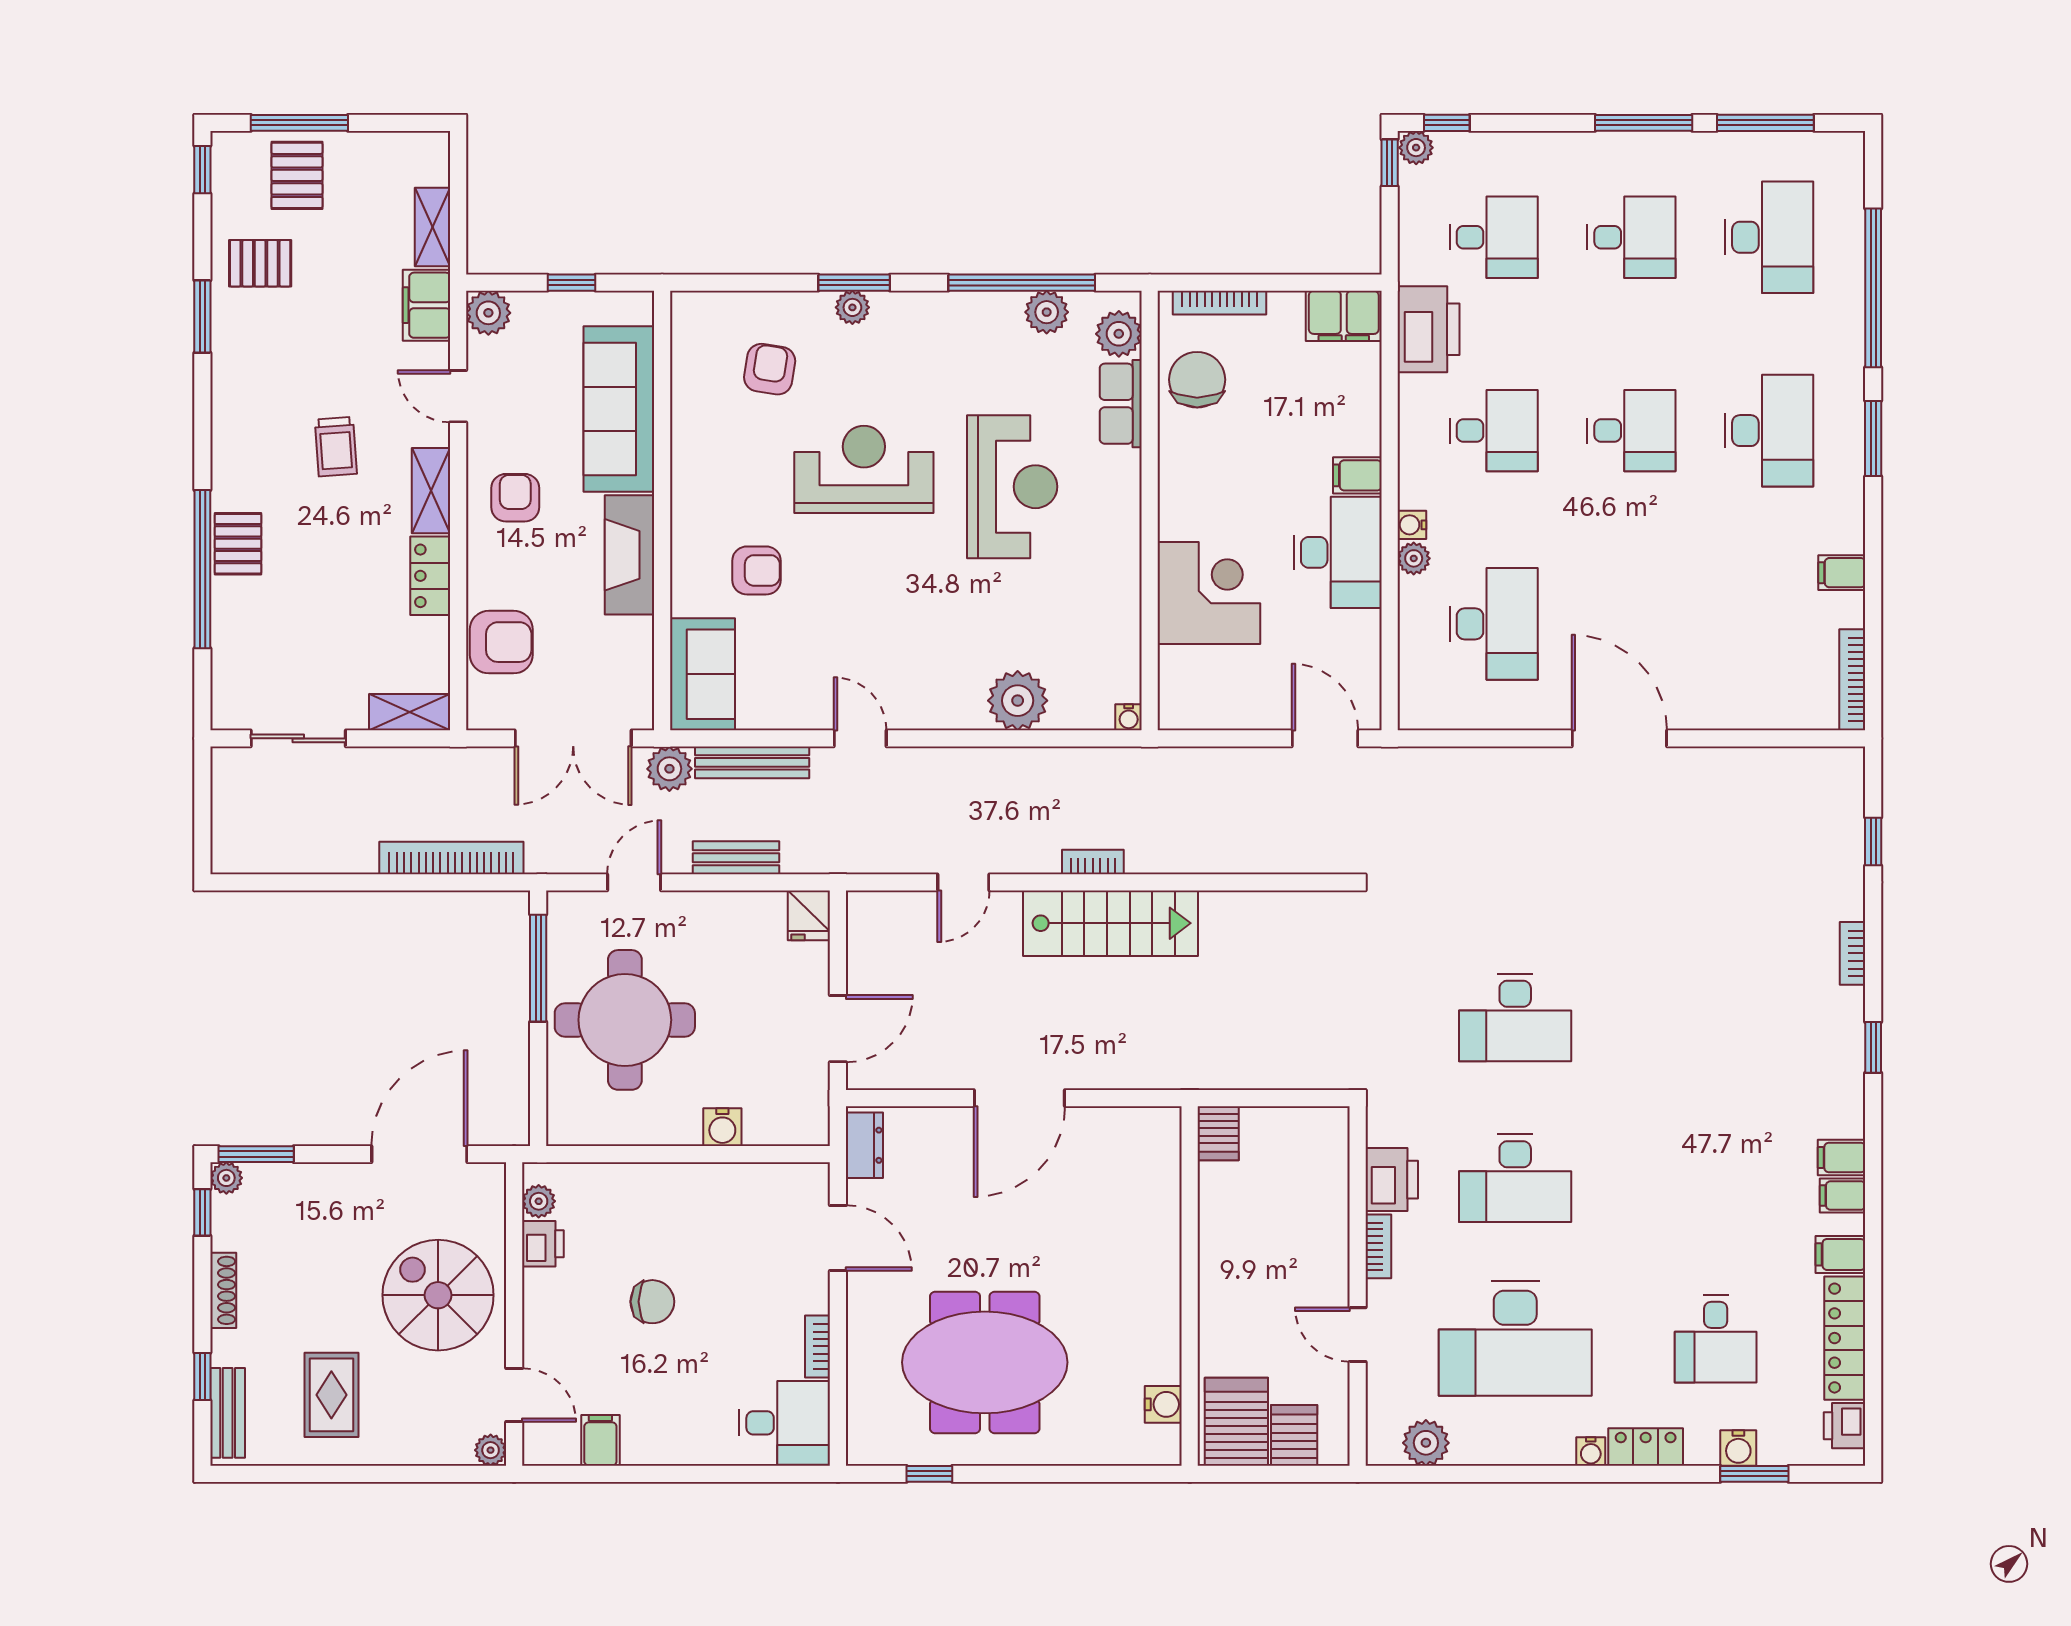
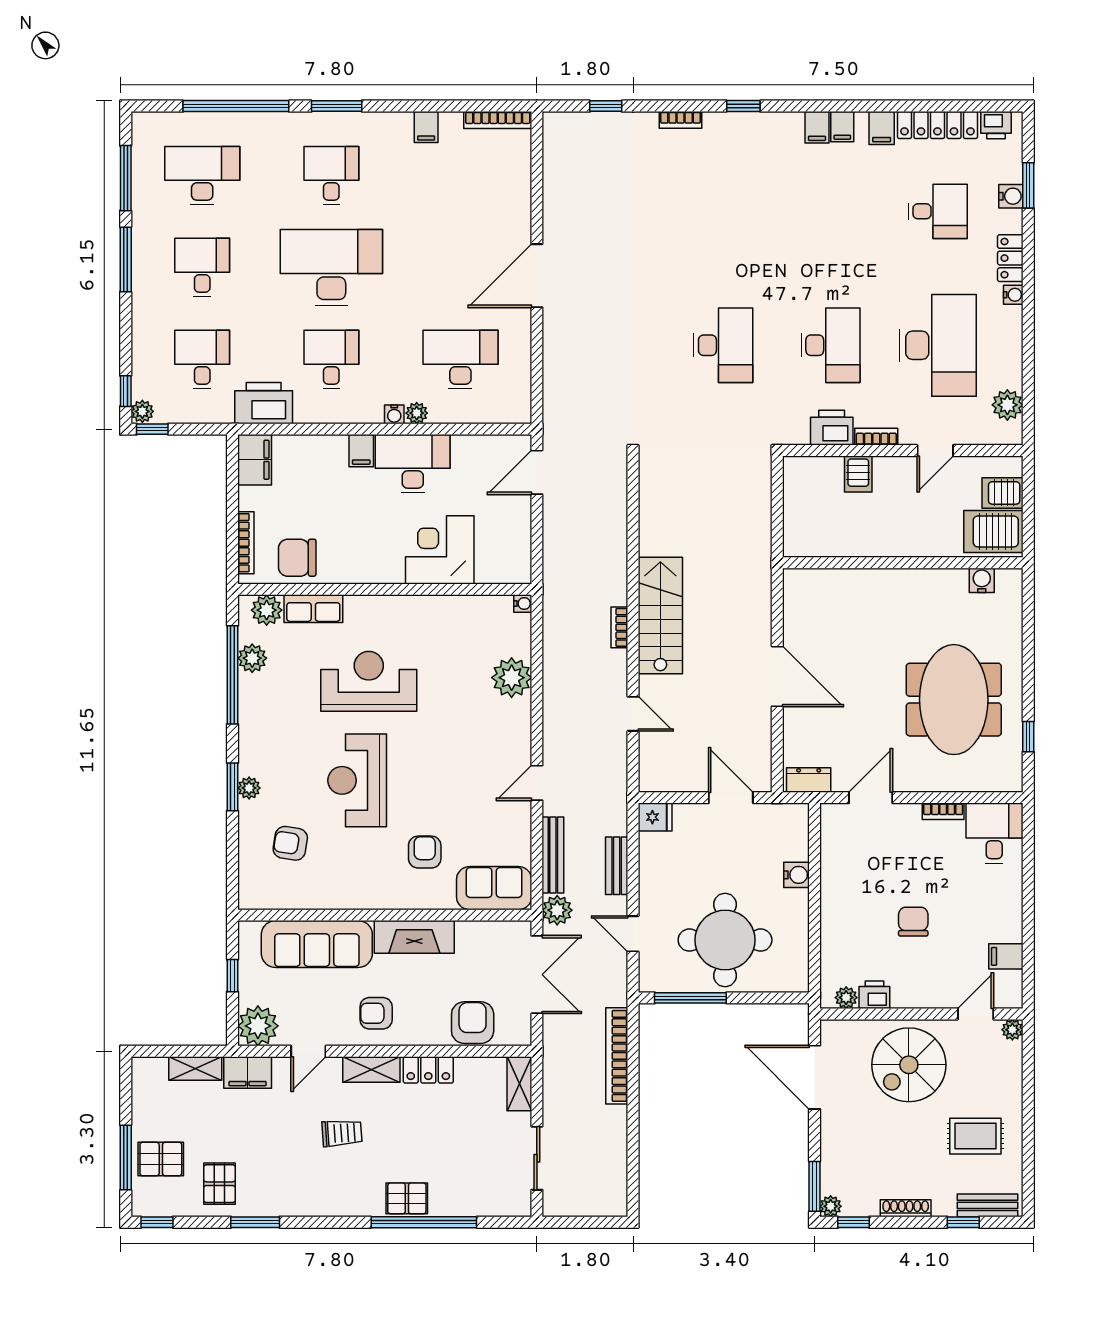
plant: (488, 313) -> (258, 1026), width x1.36, depth x1.36
desk: (1631, 431) -> (331, 268), width x1.87, depth x1.30
desk: (1769, 431) -> (331, 176), width x0.73
server rack: (1218, 1133) -> (858, 474), moved, turned 90

